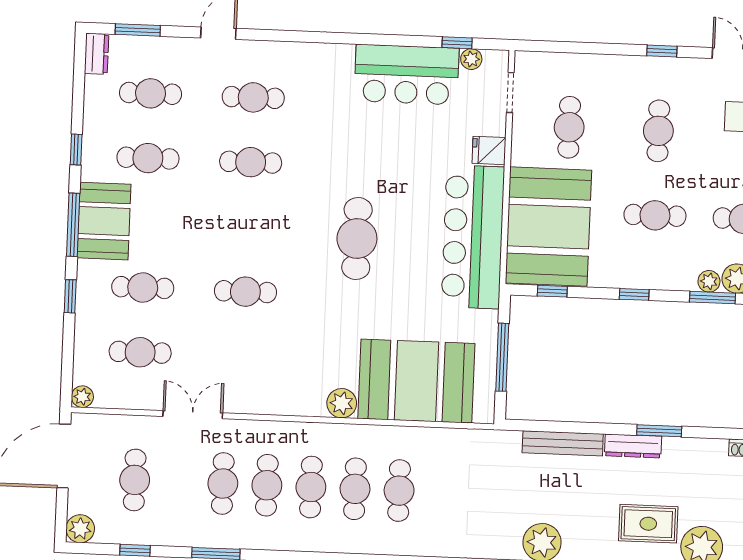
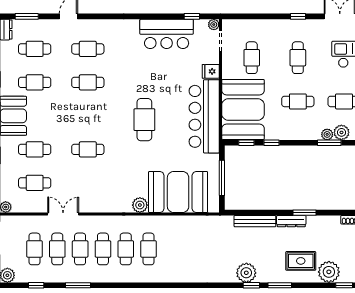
plant: (471, 59) -> (214, 25), moved
window: (634, 294) -> (272, 143), moved
cafe table: (399, 491) -> (57, 249), moved

